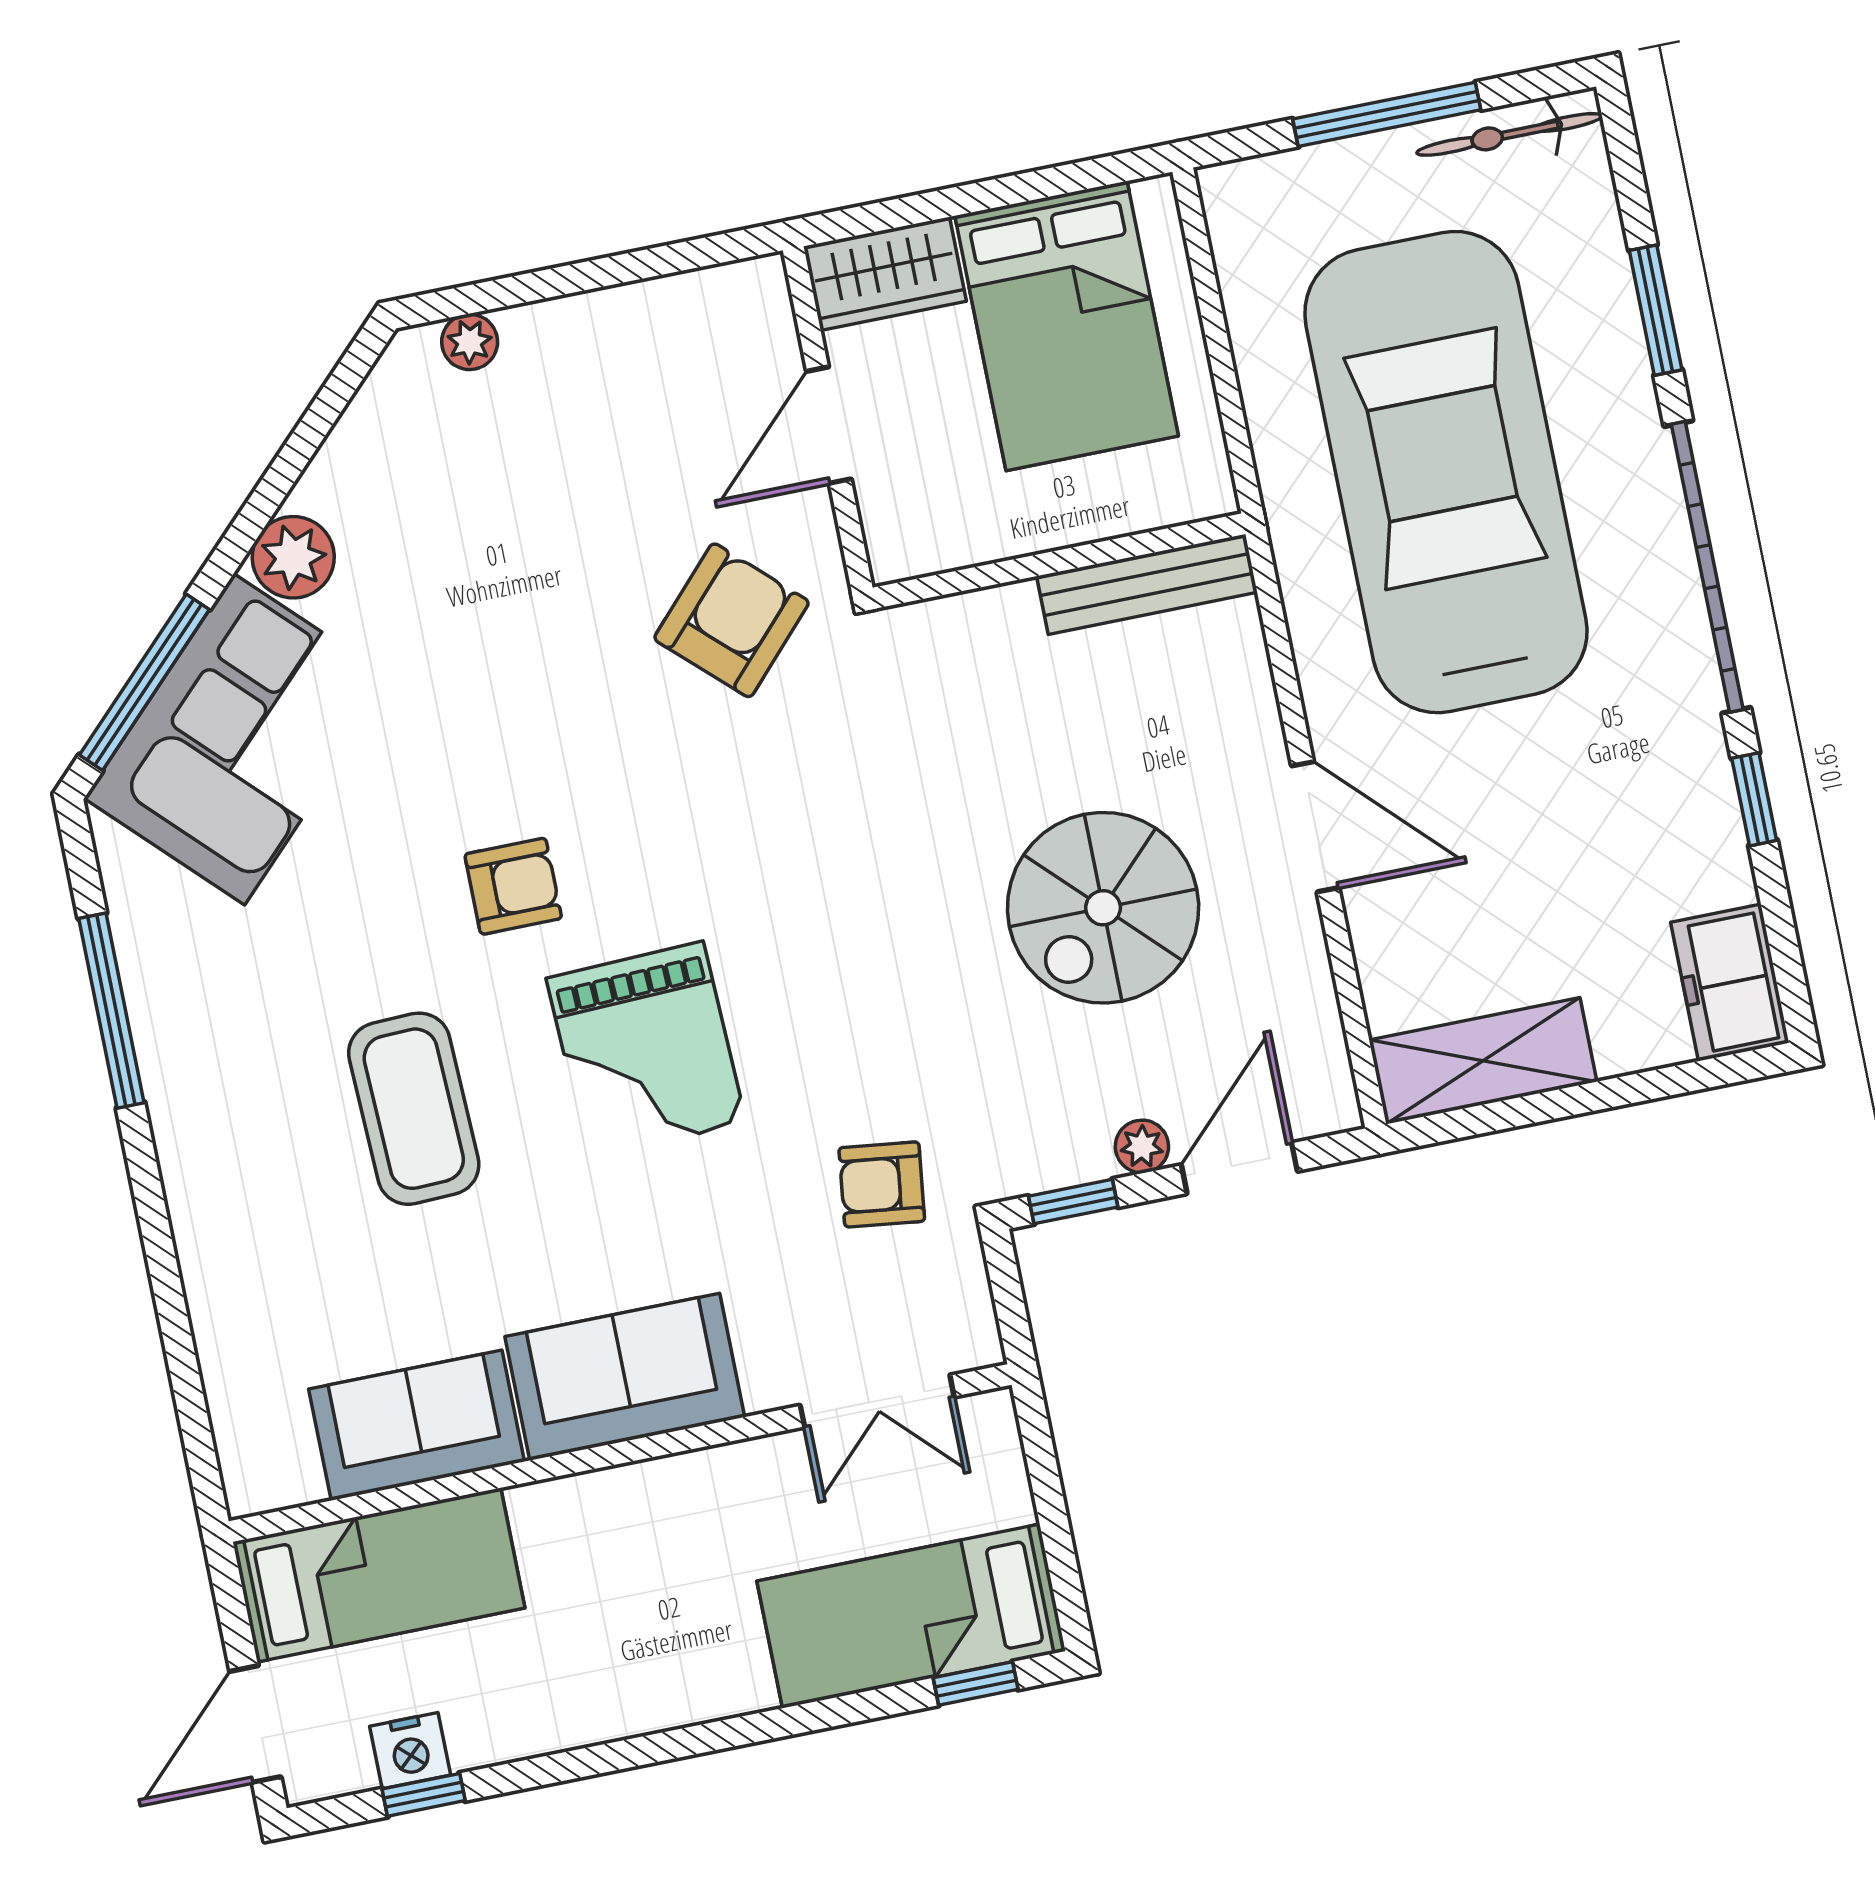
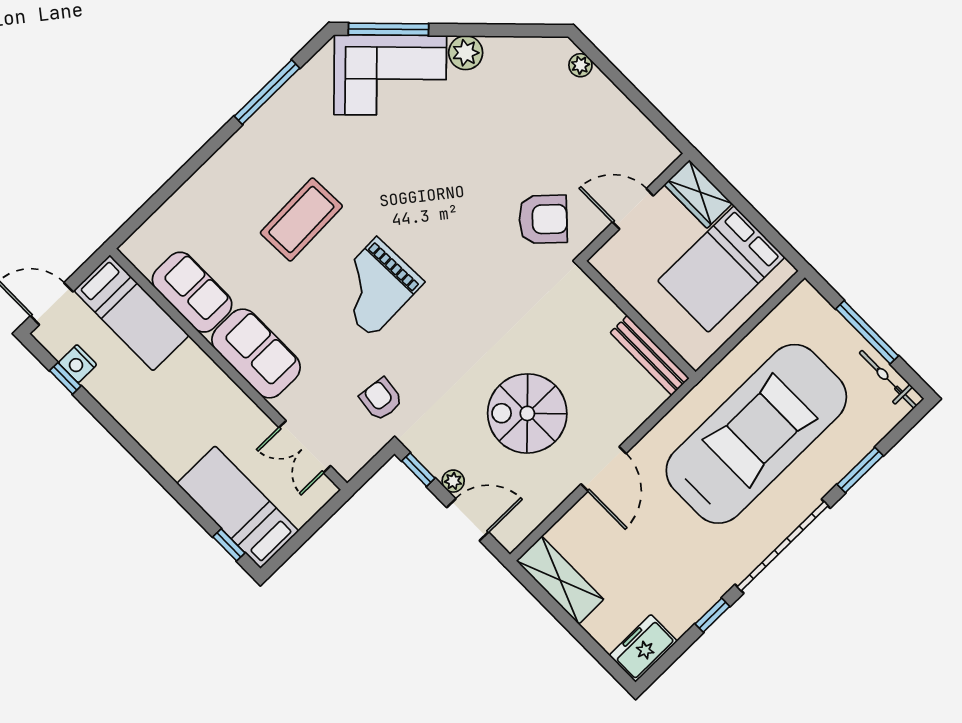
armchair: (513, 886) -> (401, 204), removed

